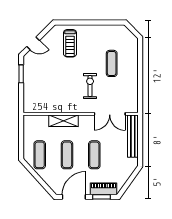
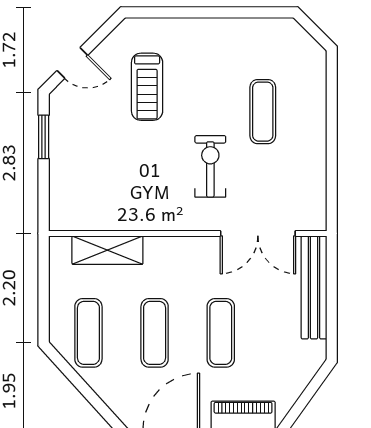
treadmill: (70, 43) -> (147, 87), moved
shelving: (64, 121) -> (107, 250), moved

